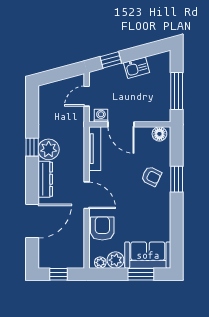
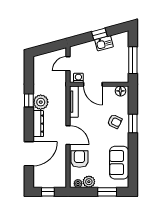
window: (111, 60) -> (99, 34), moved
sofa: (148, 255) -> (119, 163), moved, turned -90

